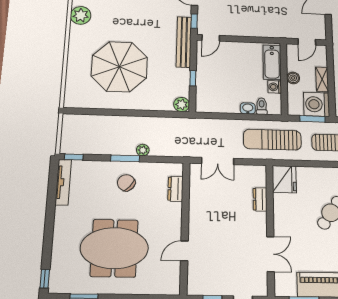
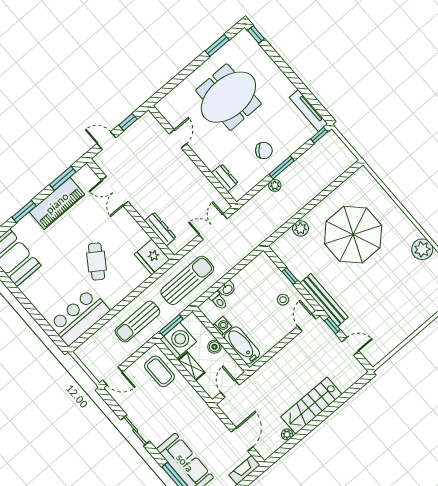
stool: (213, 67) -> (283, 300), added
plant: (182, 104) -> (301, 228), moved
dresser: (260, 199) -> (160, 229), width x1.44

